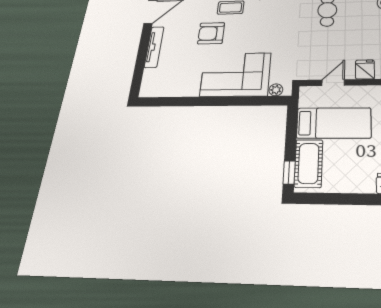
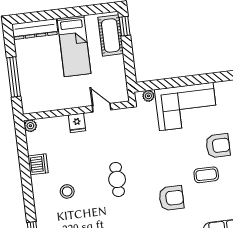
door: (333, 83) -> (102, 108), swing flipped
bed: (334, 123) -> (74, 46), moved, turned -90

